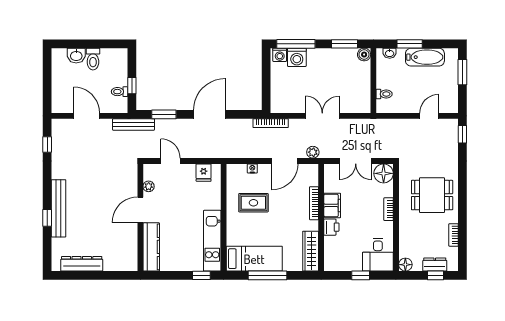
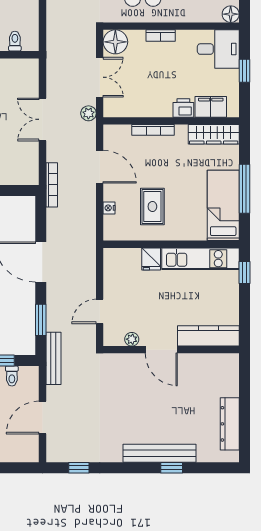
plant: (313, 152) -> (88, 113), moved
fridge: (204, 173) -> (151, 259), moved, turned 90
filing cabinet: (332, 205) -> (211, 107), moved

